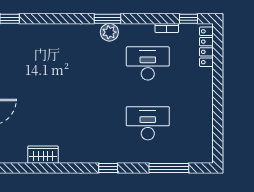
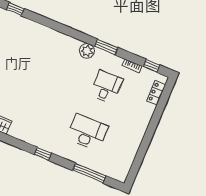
window: (107, 19) -> (106, 47), moved
locker: (206, 47) -> (156, 93), width x0.66
desk: (148, 63) -> (106, 87), width x0.73

